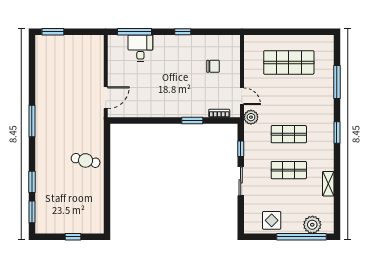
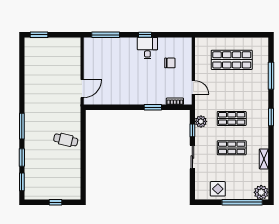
desk: (140, 48) -> (147, 48), moved
plant: (251, 117) -> (201, 121), moved
window: (32, 121) -> (22, 126), moved
plant: (312, 225) -> (261, 192), moved

